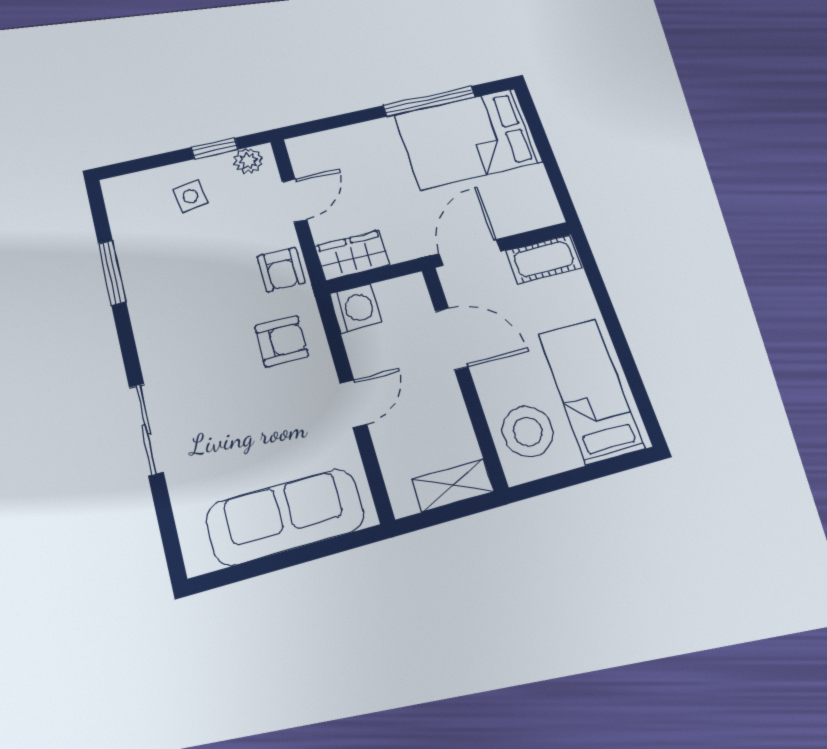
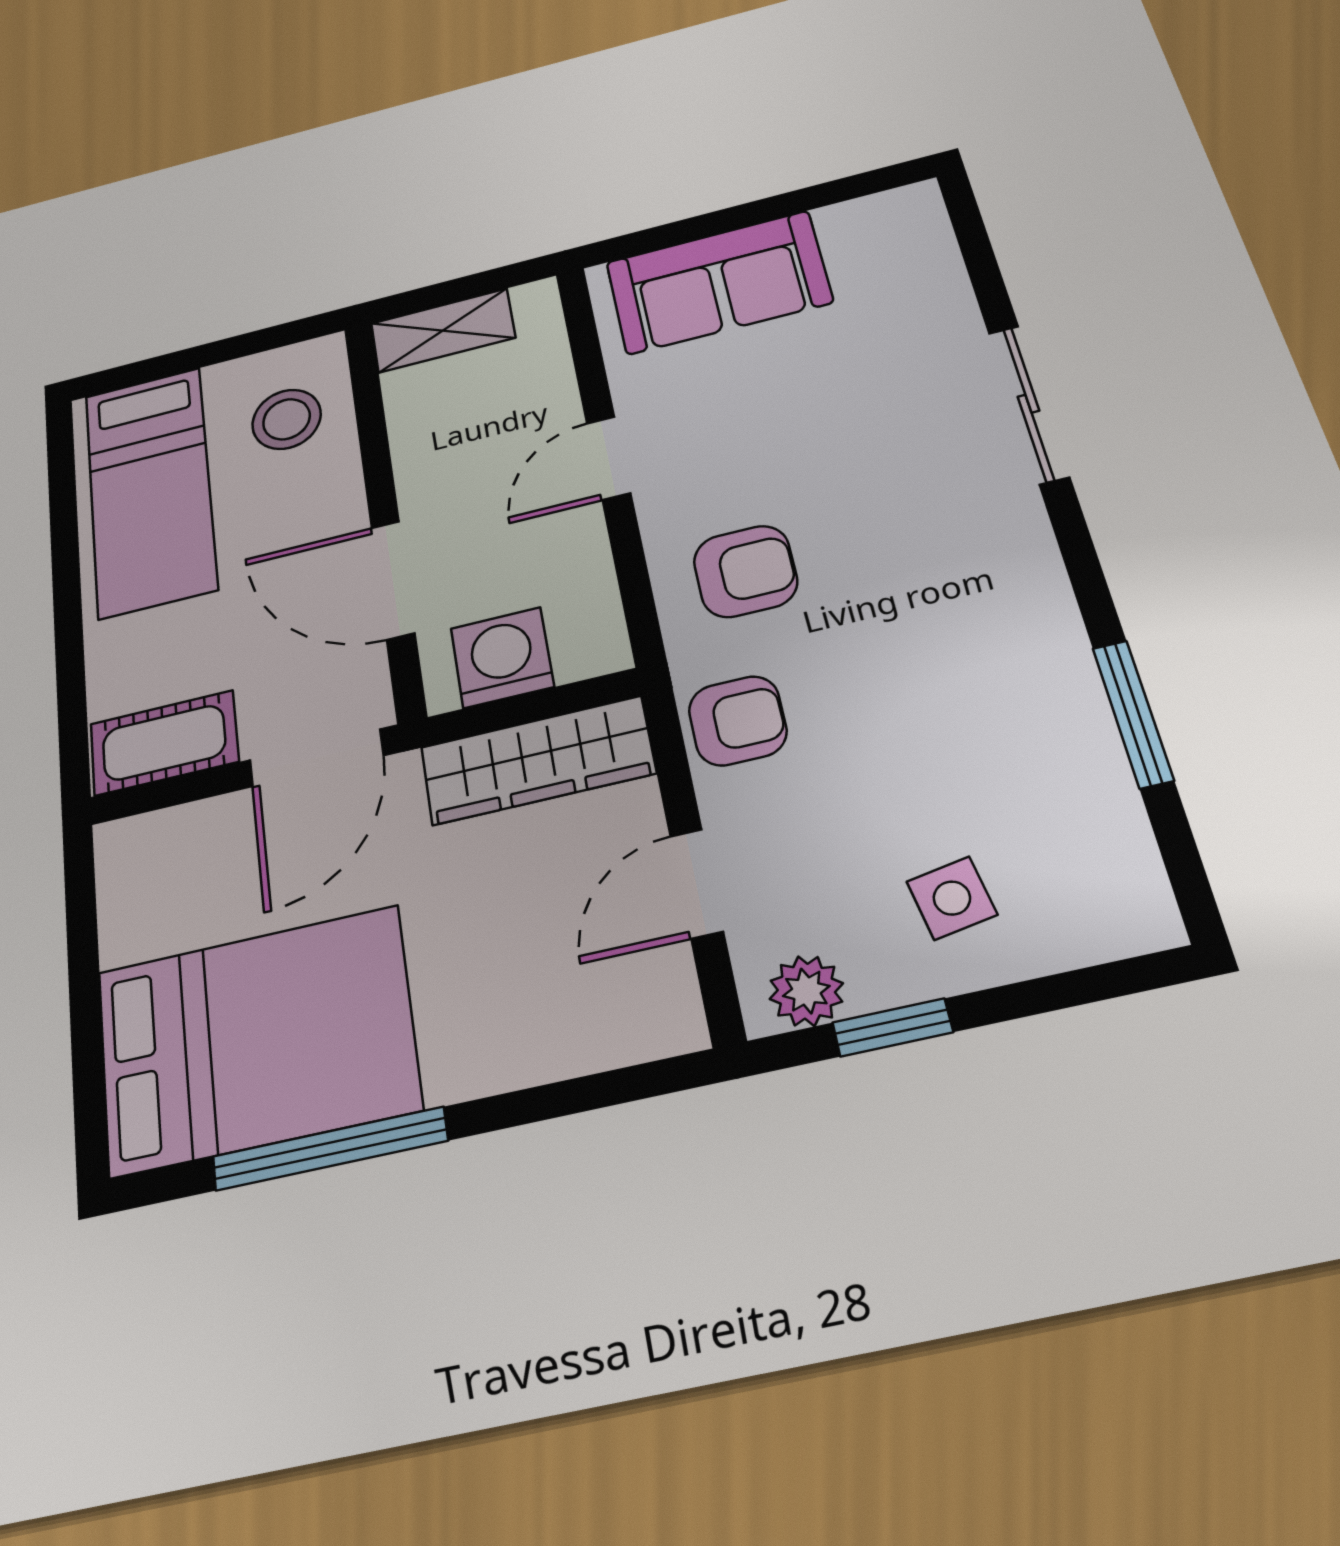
wardrobe: (353, 256) -> (537, 760), width x1.50
armchair: (281, 269) -> (738, 721), turned 90
washing machine: (355, 308) -> (502, 658), moved, turned 90
armchair: (282, 341) -> (745, 571), turned 180
stool: (528, 431) -> (287, 419), width x0.73, depth x0.73
sofa: (285, 517) -> (718, 282), width x0.73

